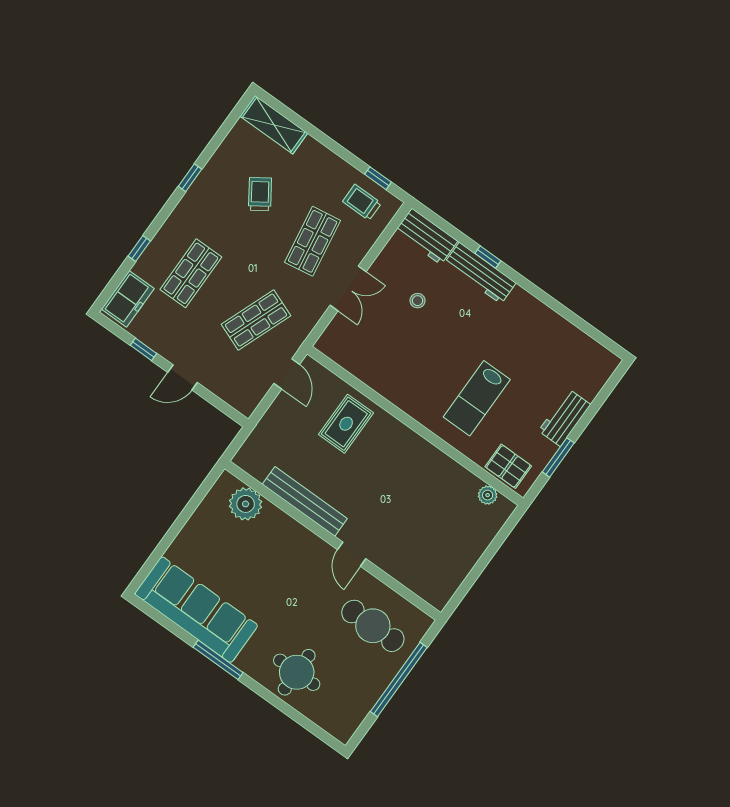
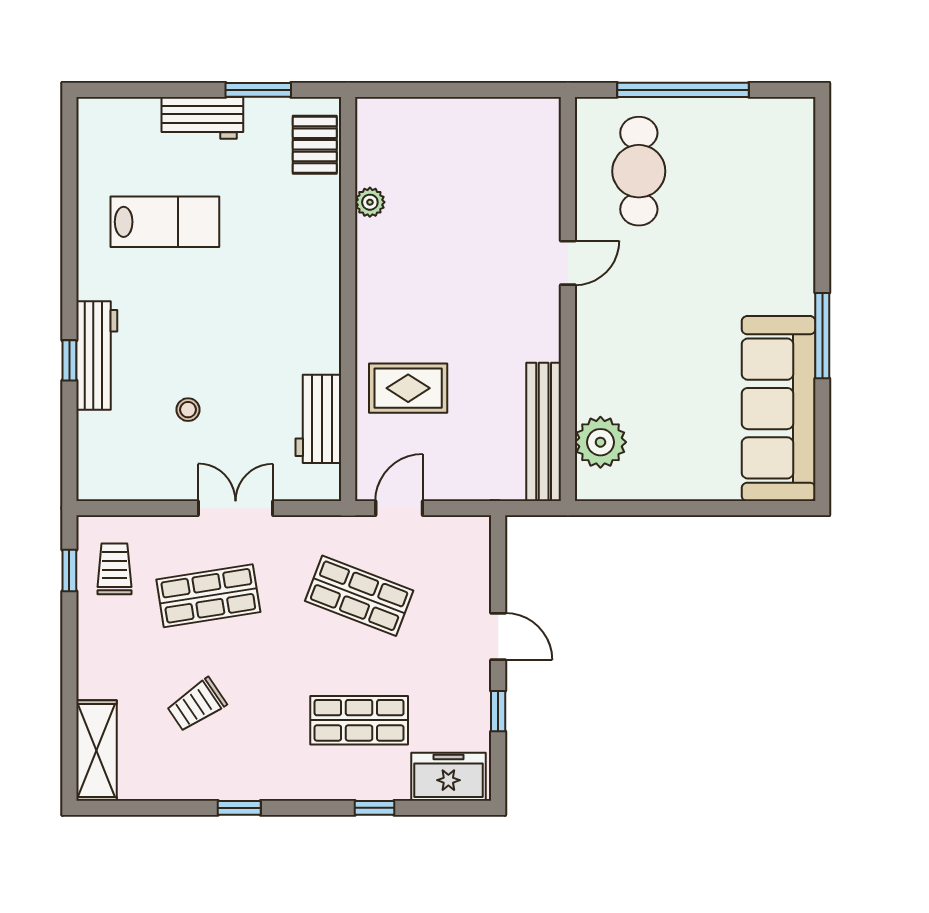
trolley: (362, 202) -> (114, 569), turned 180
workbench: (426, 236) -> (318, 419), moved, turned 180
lab bench: (477, 398) -> (165, 222), moved
plant: (488, 495) -> (370, 202), moved
bench: (305, 501) -> (544, 432), moved
round table: (297, 672) -> (767, 225), removed

